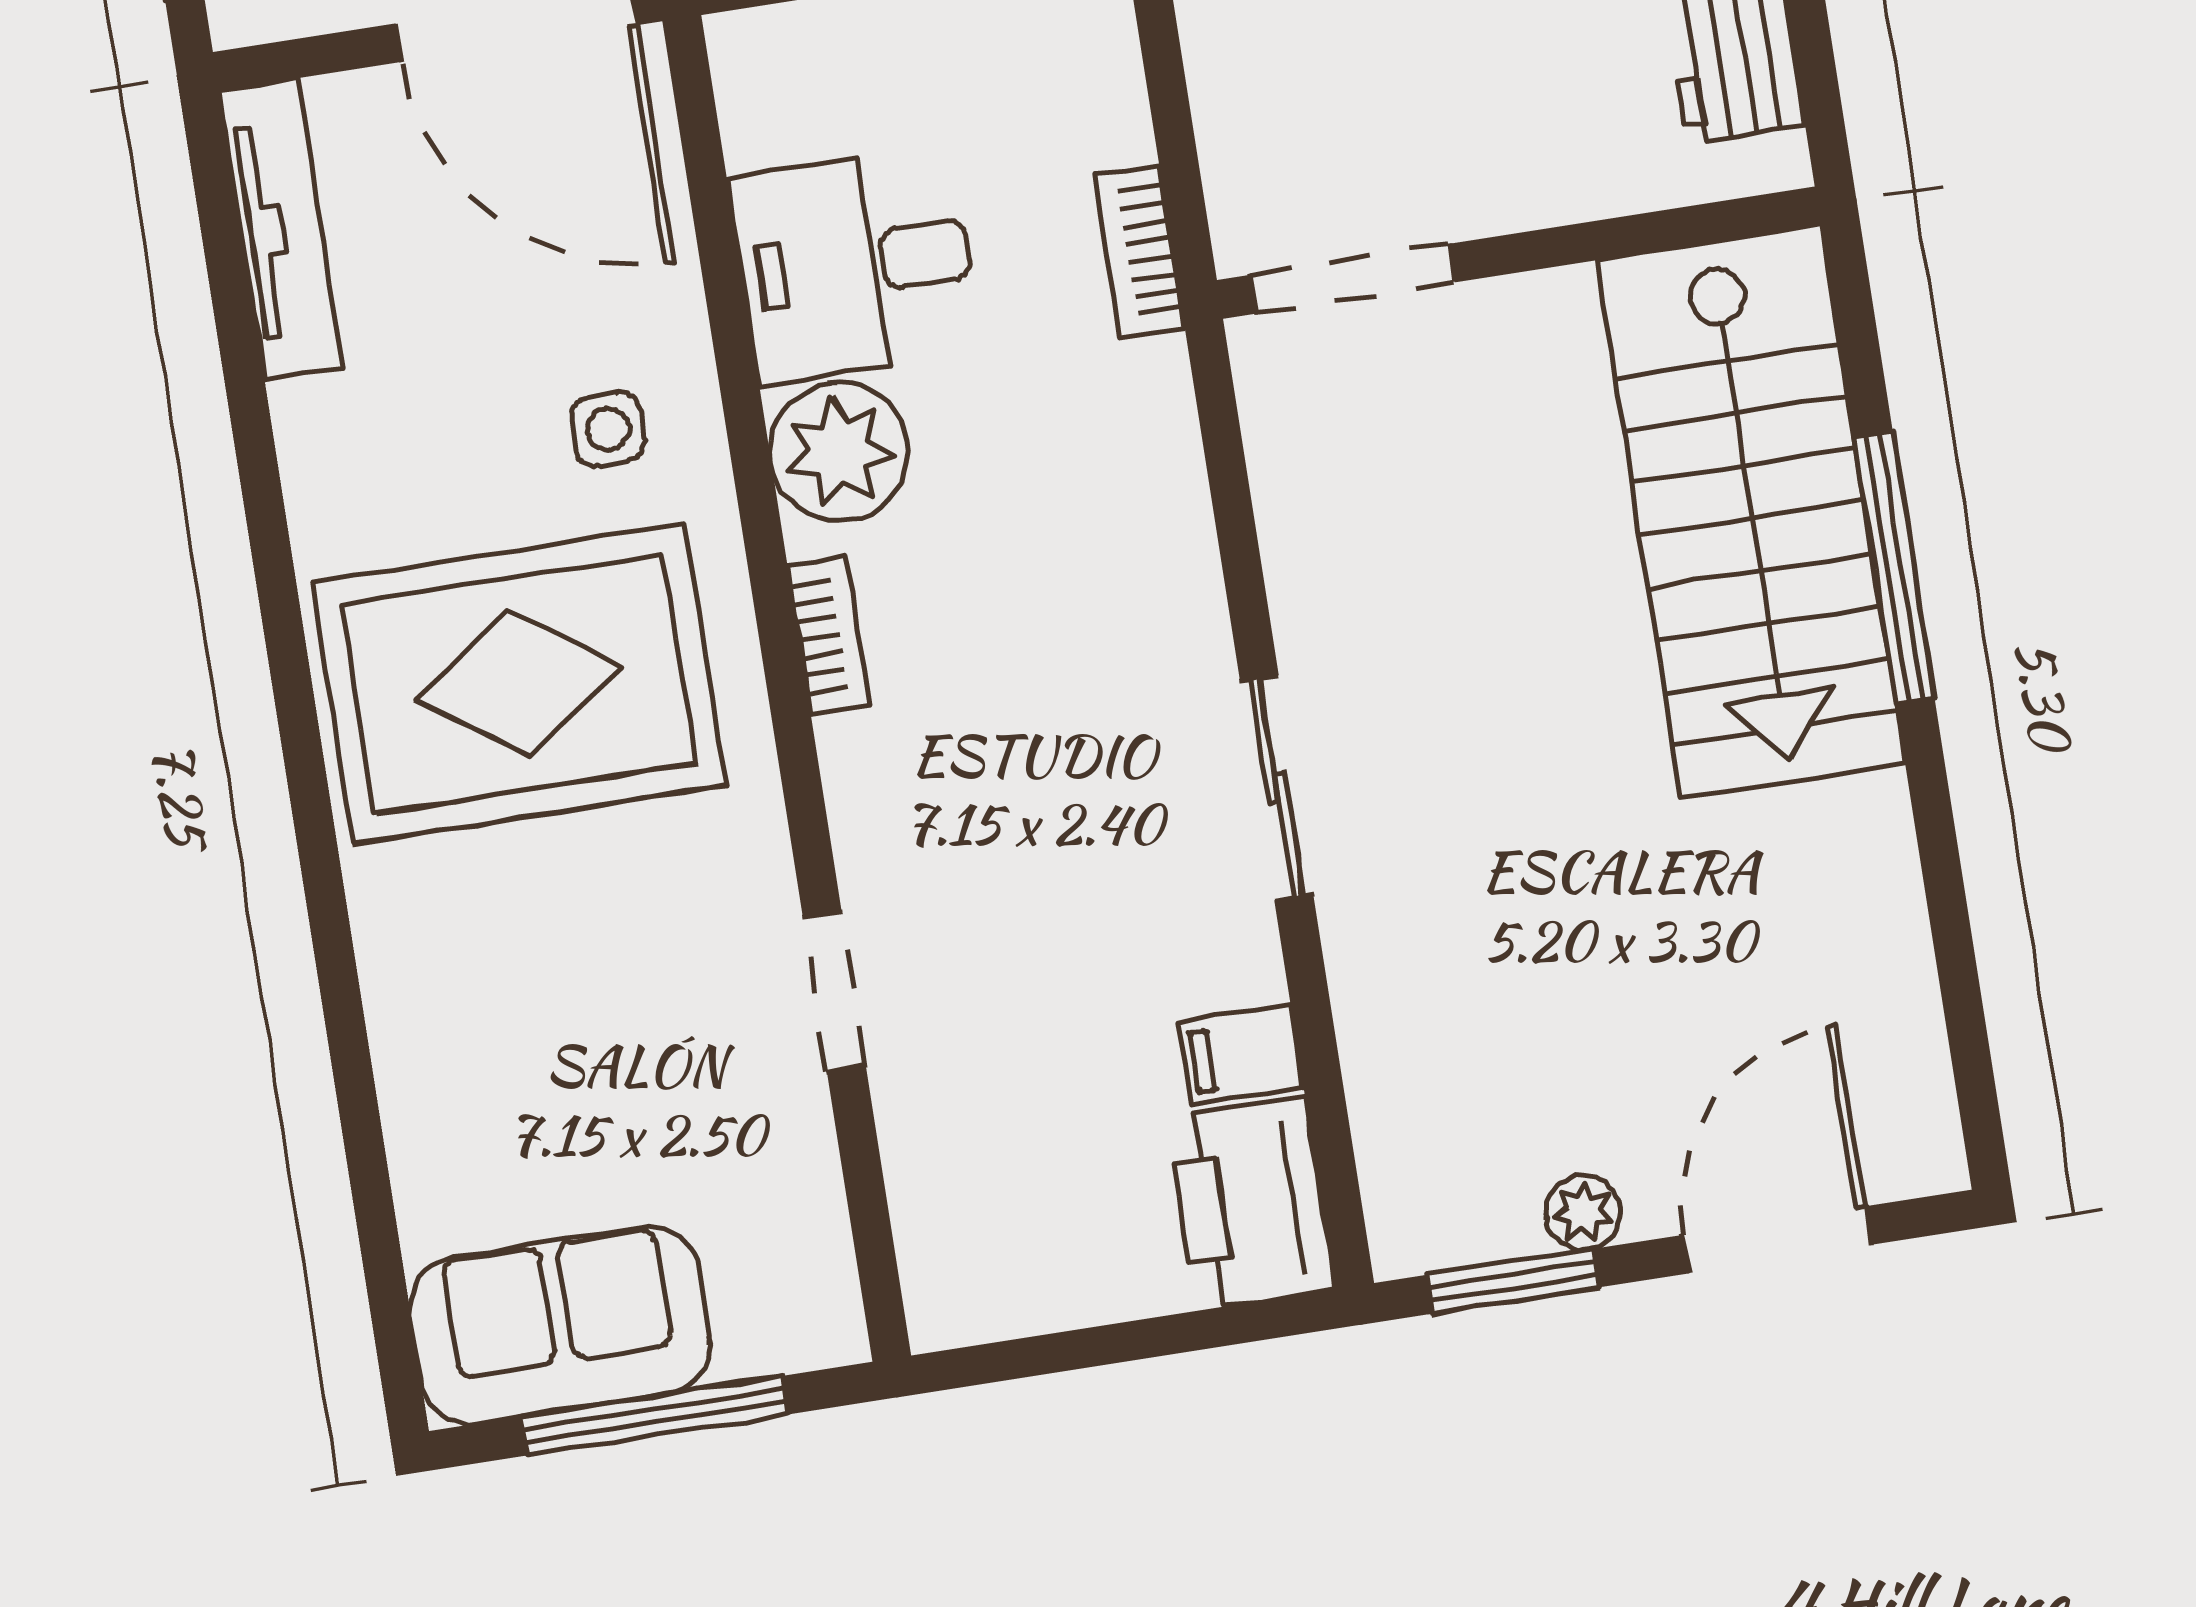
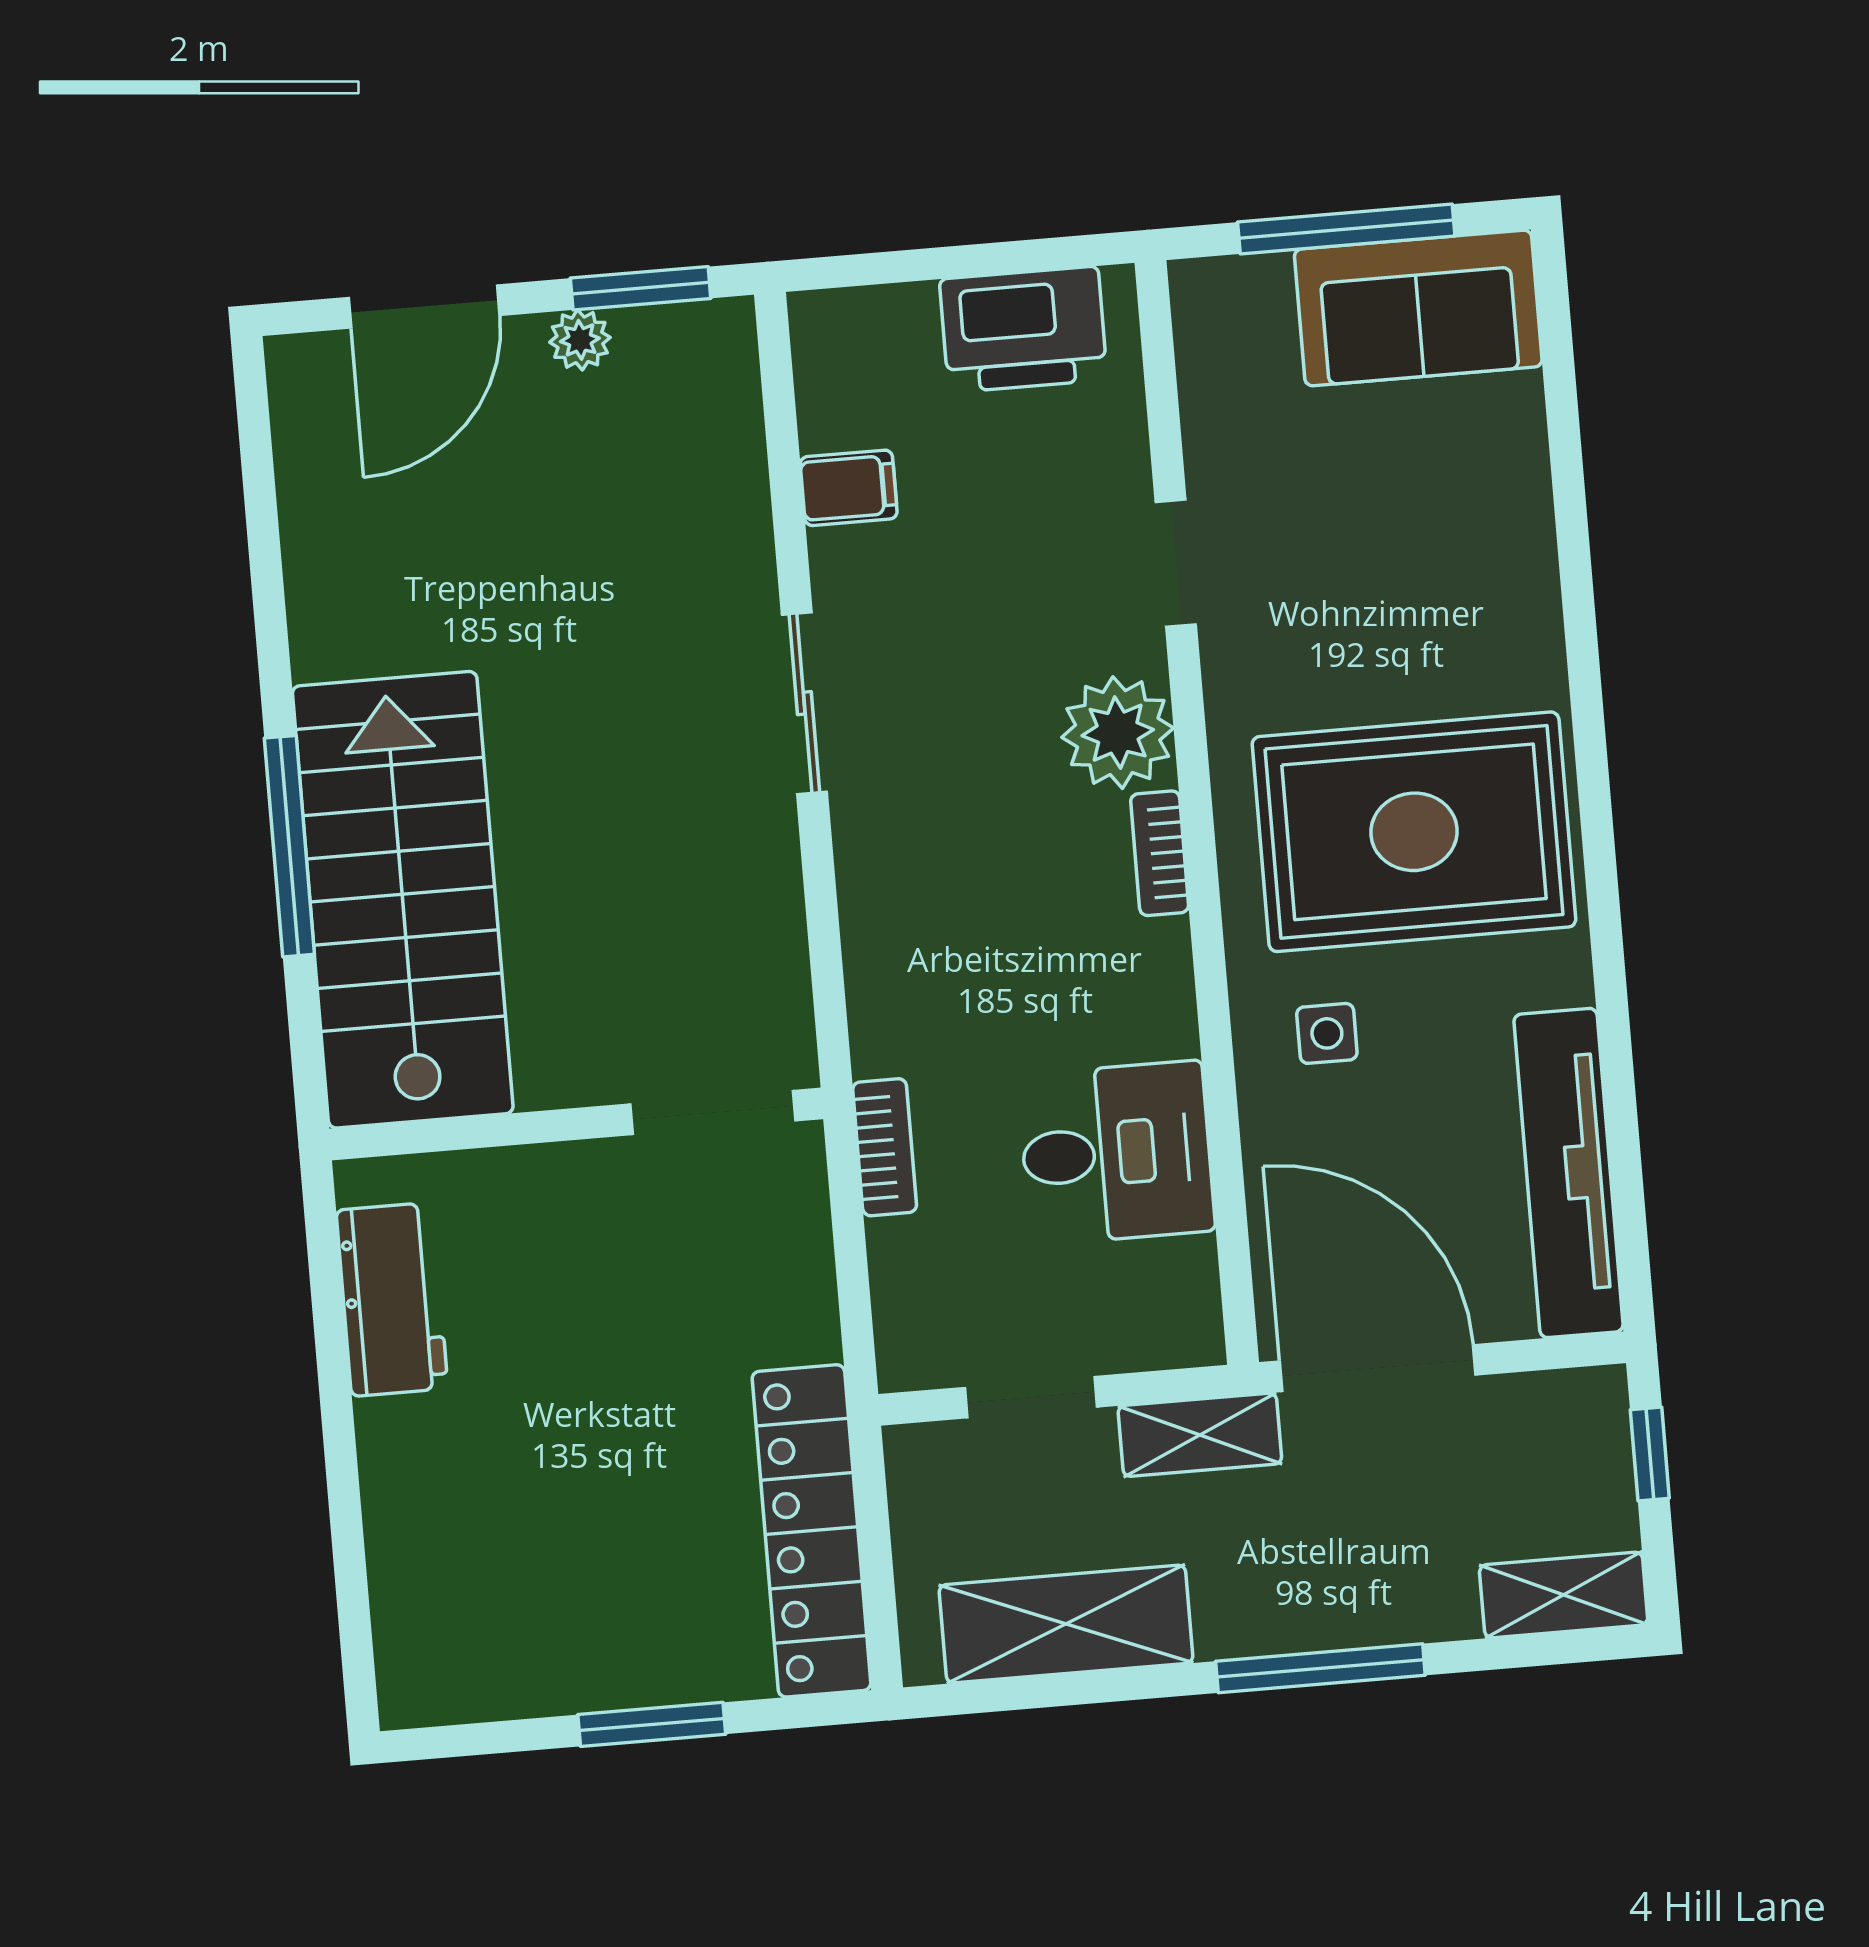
tv unit: (281, 229) -> (1569, 1173), width x1.36, depth x1.29
plant: (839, 452) -> (1118, 733), moved
printer: (1251, 1204) -> (1023, 330), moved, turned 90

